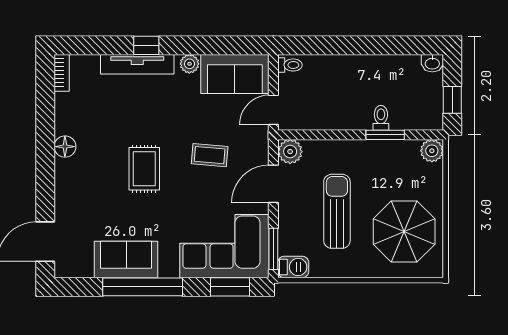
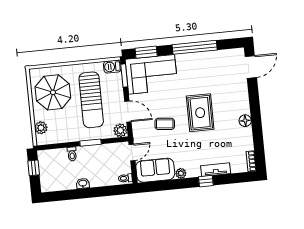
washbasin: (432, 63) -> (83, 183), moved
tv unit: (137, 64) -> (216, 170), width x0.71
window: (385, 135) -> (91, 143), moved
plant: (432, 151) -> (41, 128), moved
rug: (144, 169) -> (200, 113), width x1.36, depth x1.43
door: (273, 184) -> (128, 112), hinge flipped
sun lounger: (337, 211) -> (91, 100), width x1.36, depth x1.34
sofa: (126, 260) -> (205, 62), removed

